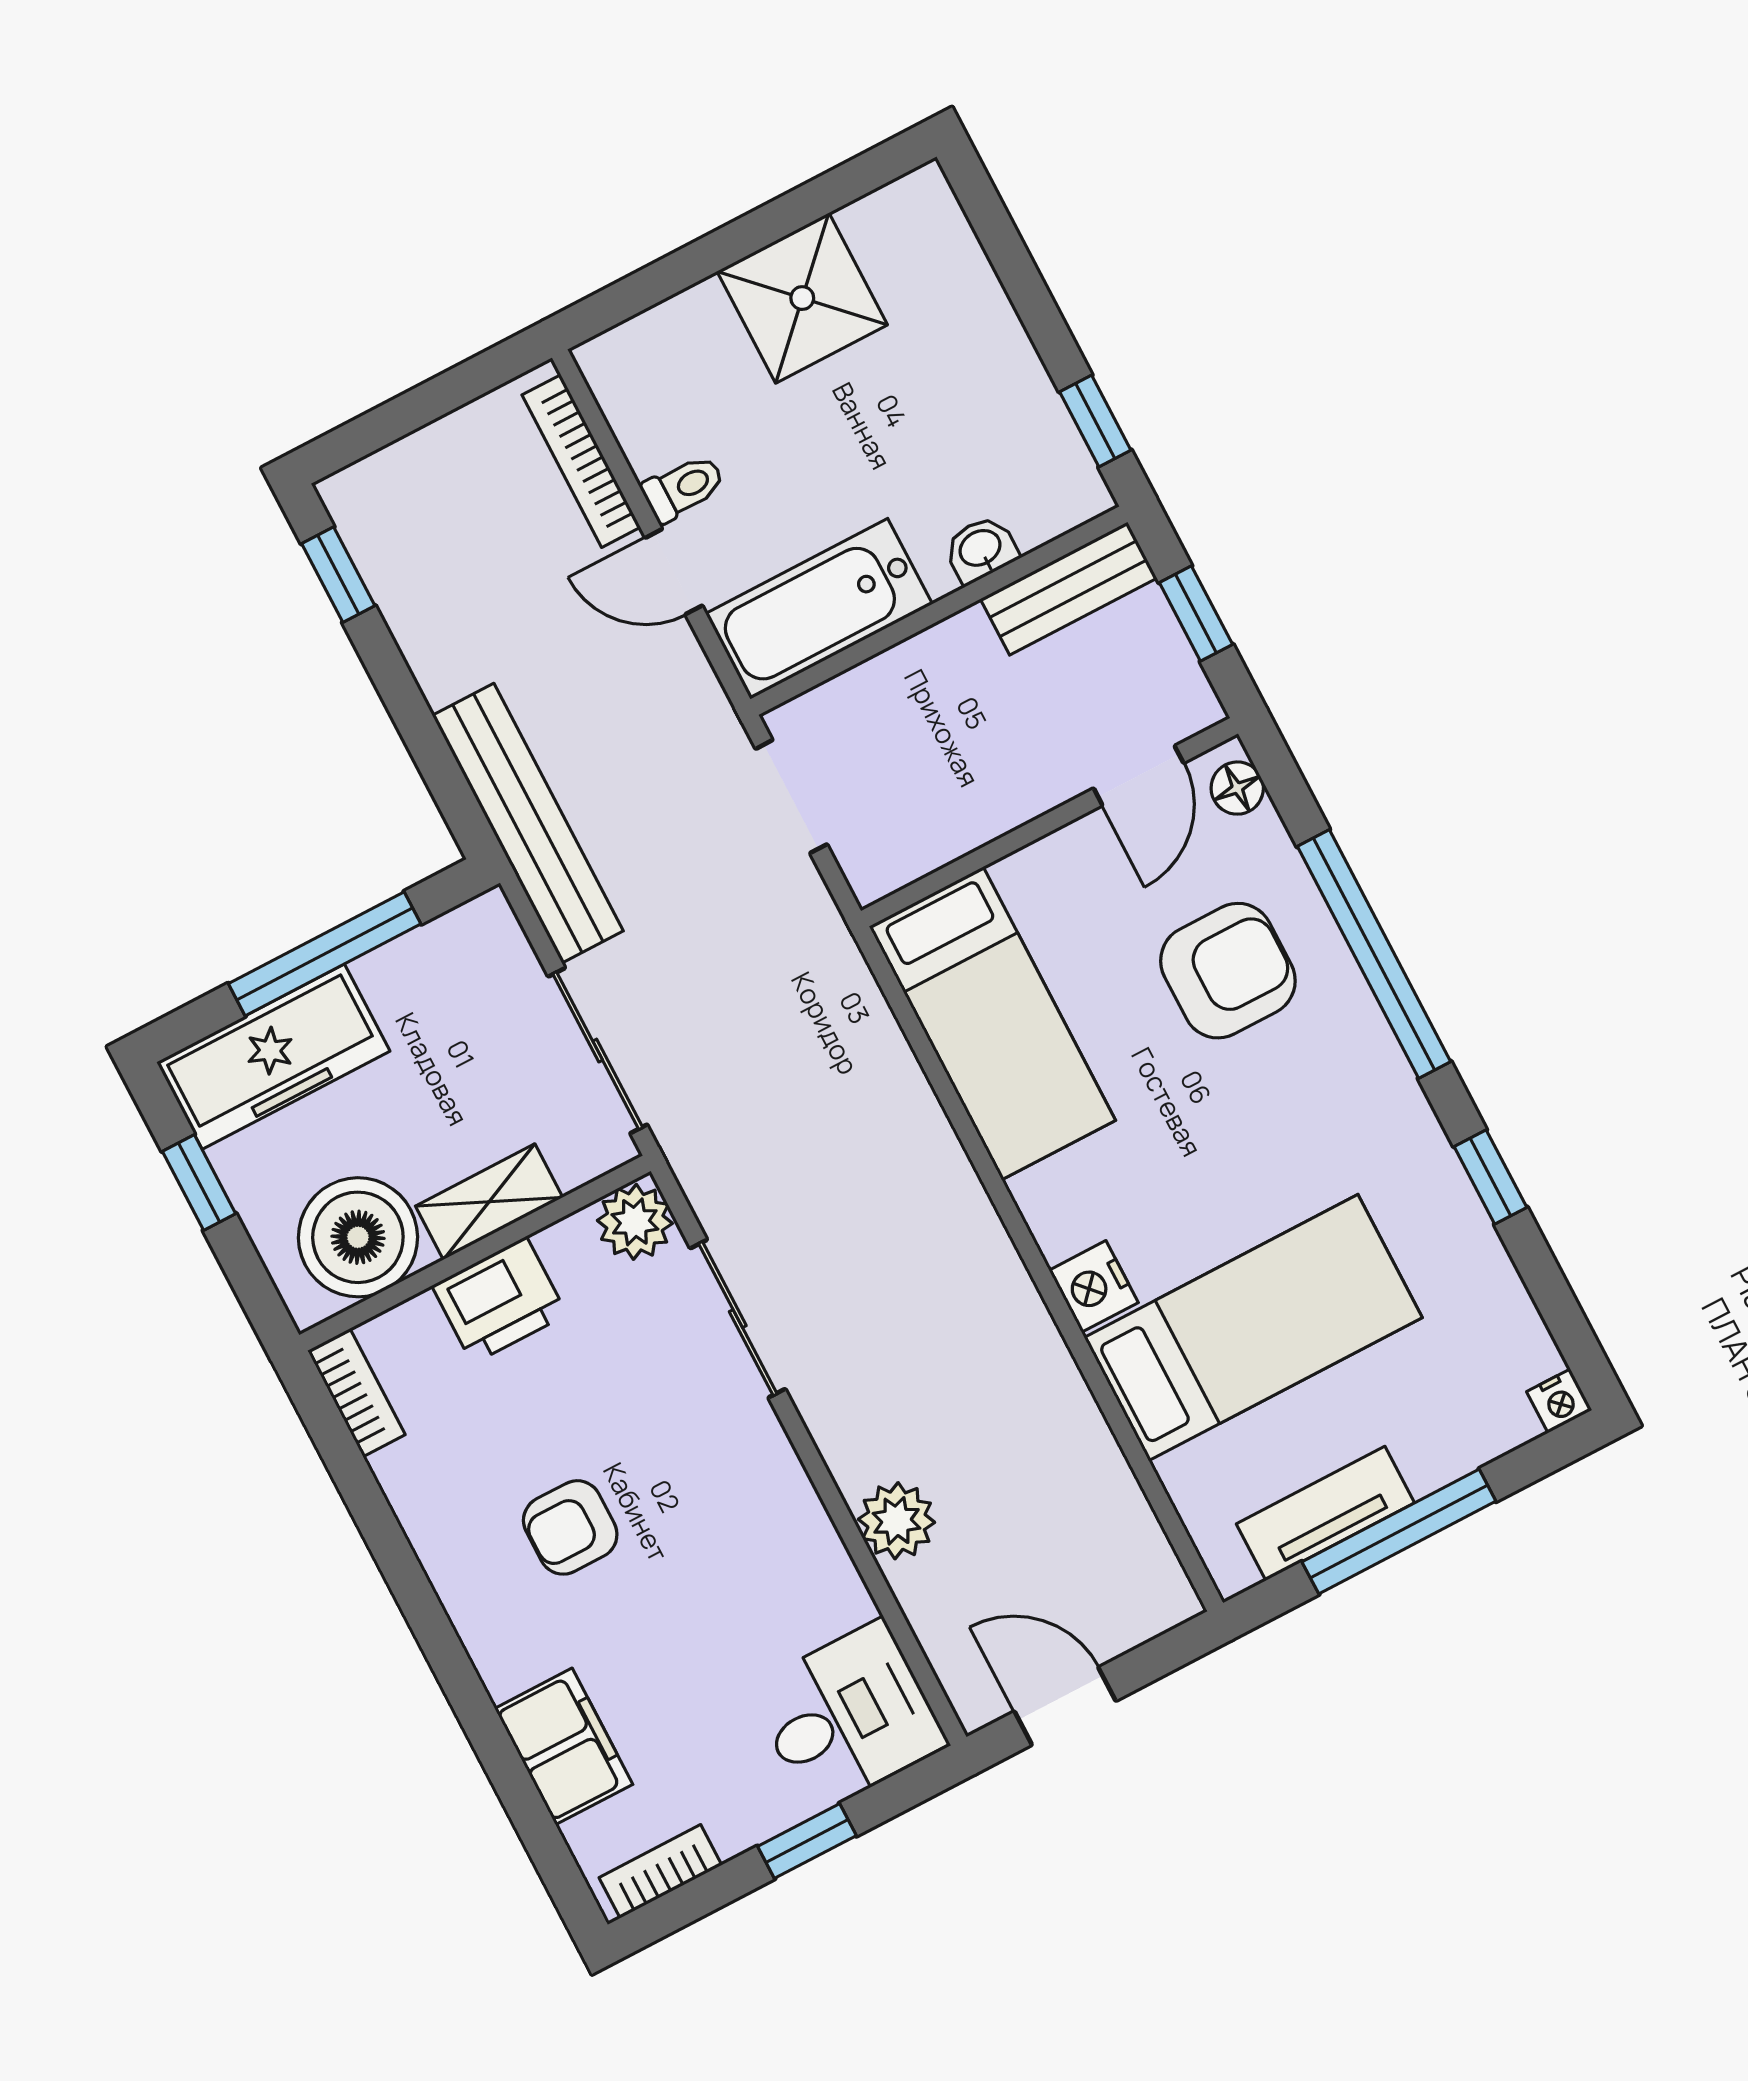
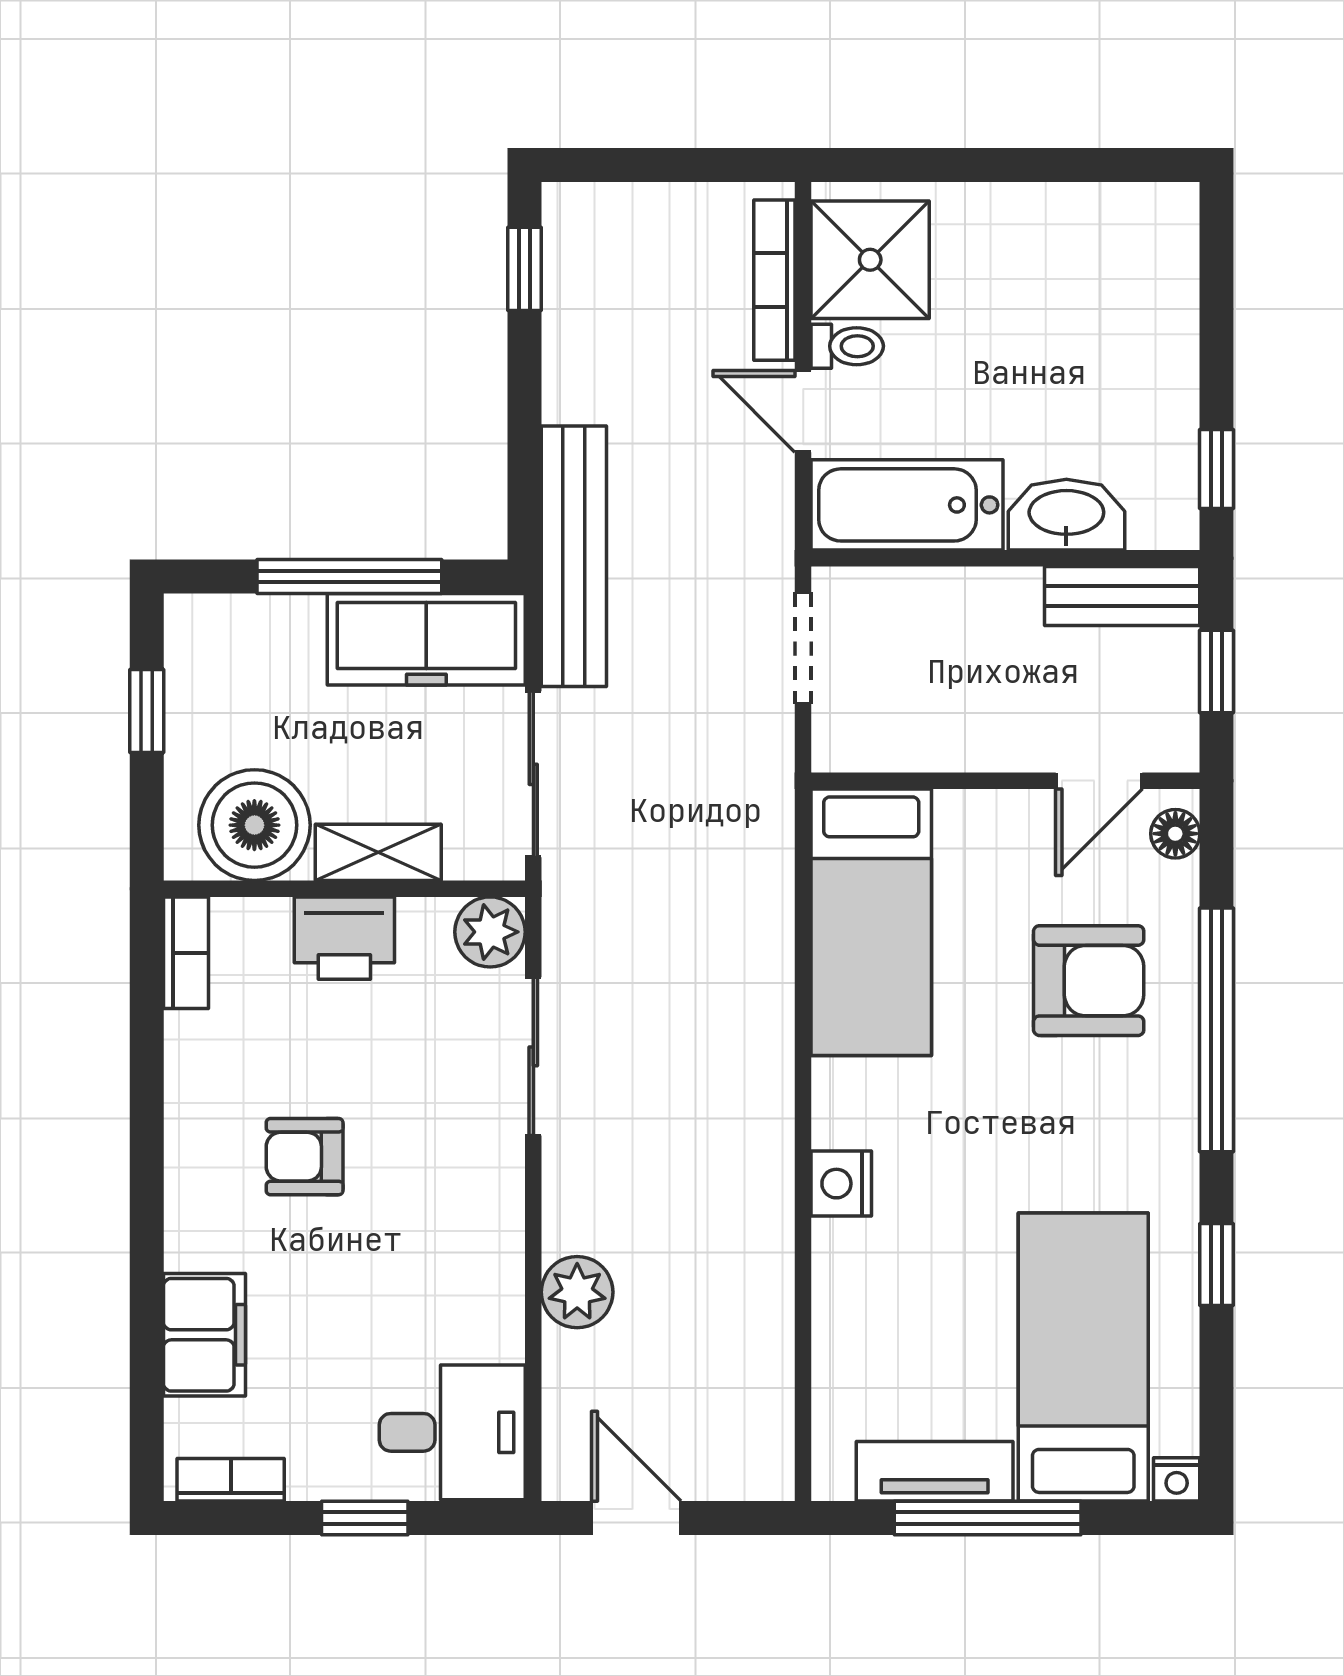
shower: (802, 298) -> (870, 260), moved
washbasin: (981, 549) -> (1066, 515), width x1.91, depth x1.45
freezer: (273, 1057) -> (426, 639), moved
bed: (1253, 1328) -> (1083, 1357), moved, turned -90

